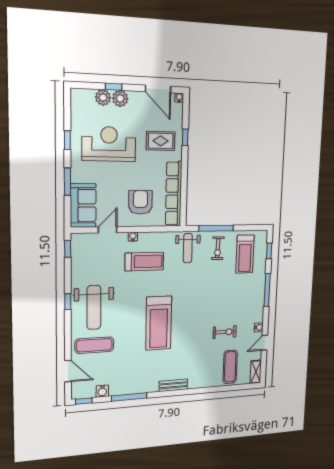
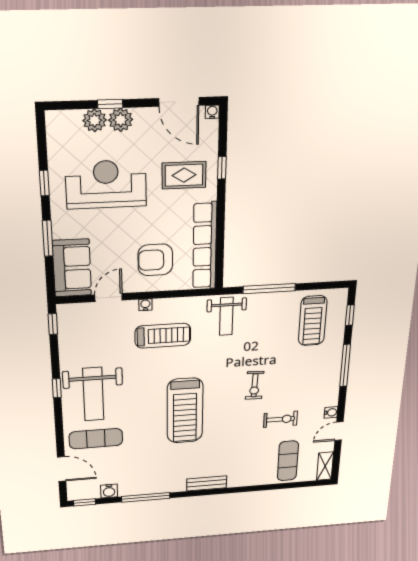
armchair: (140, 202) -> (155, 260), turned -90
exercise bike: (218, 248) -> (255, 385), moved

